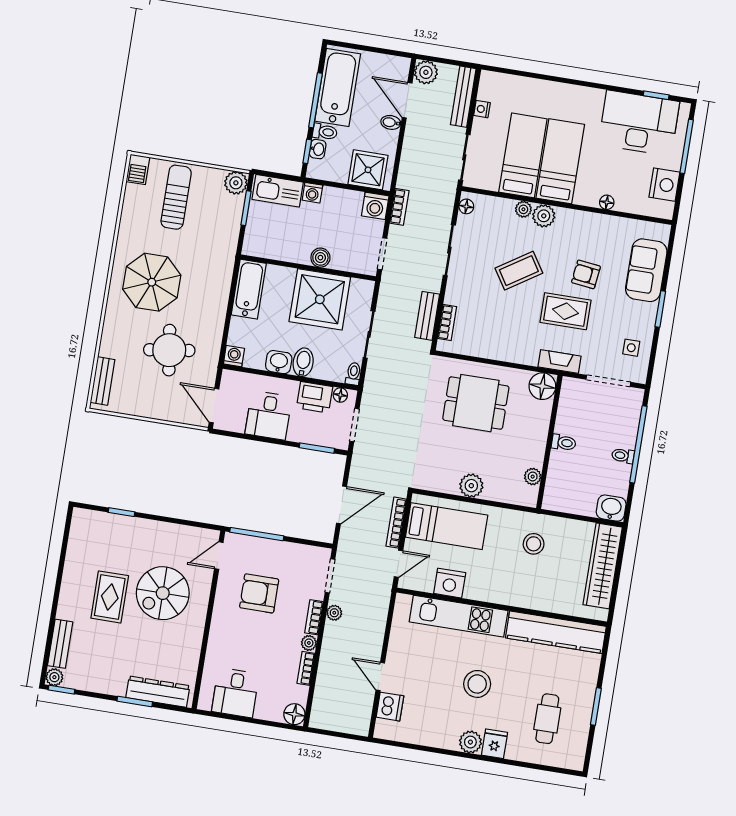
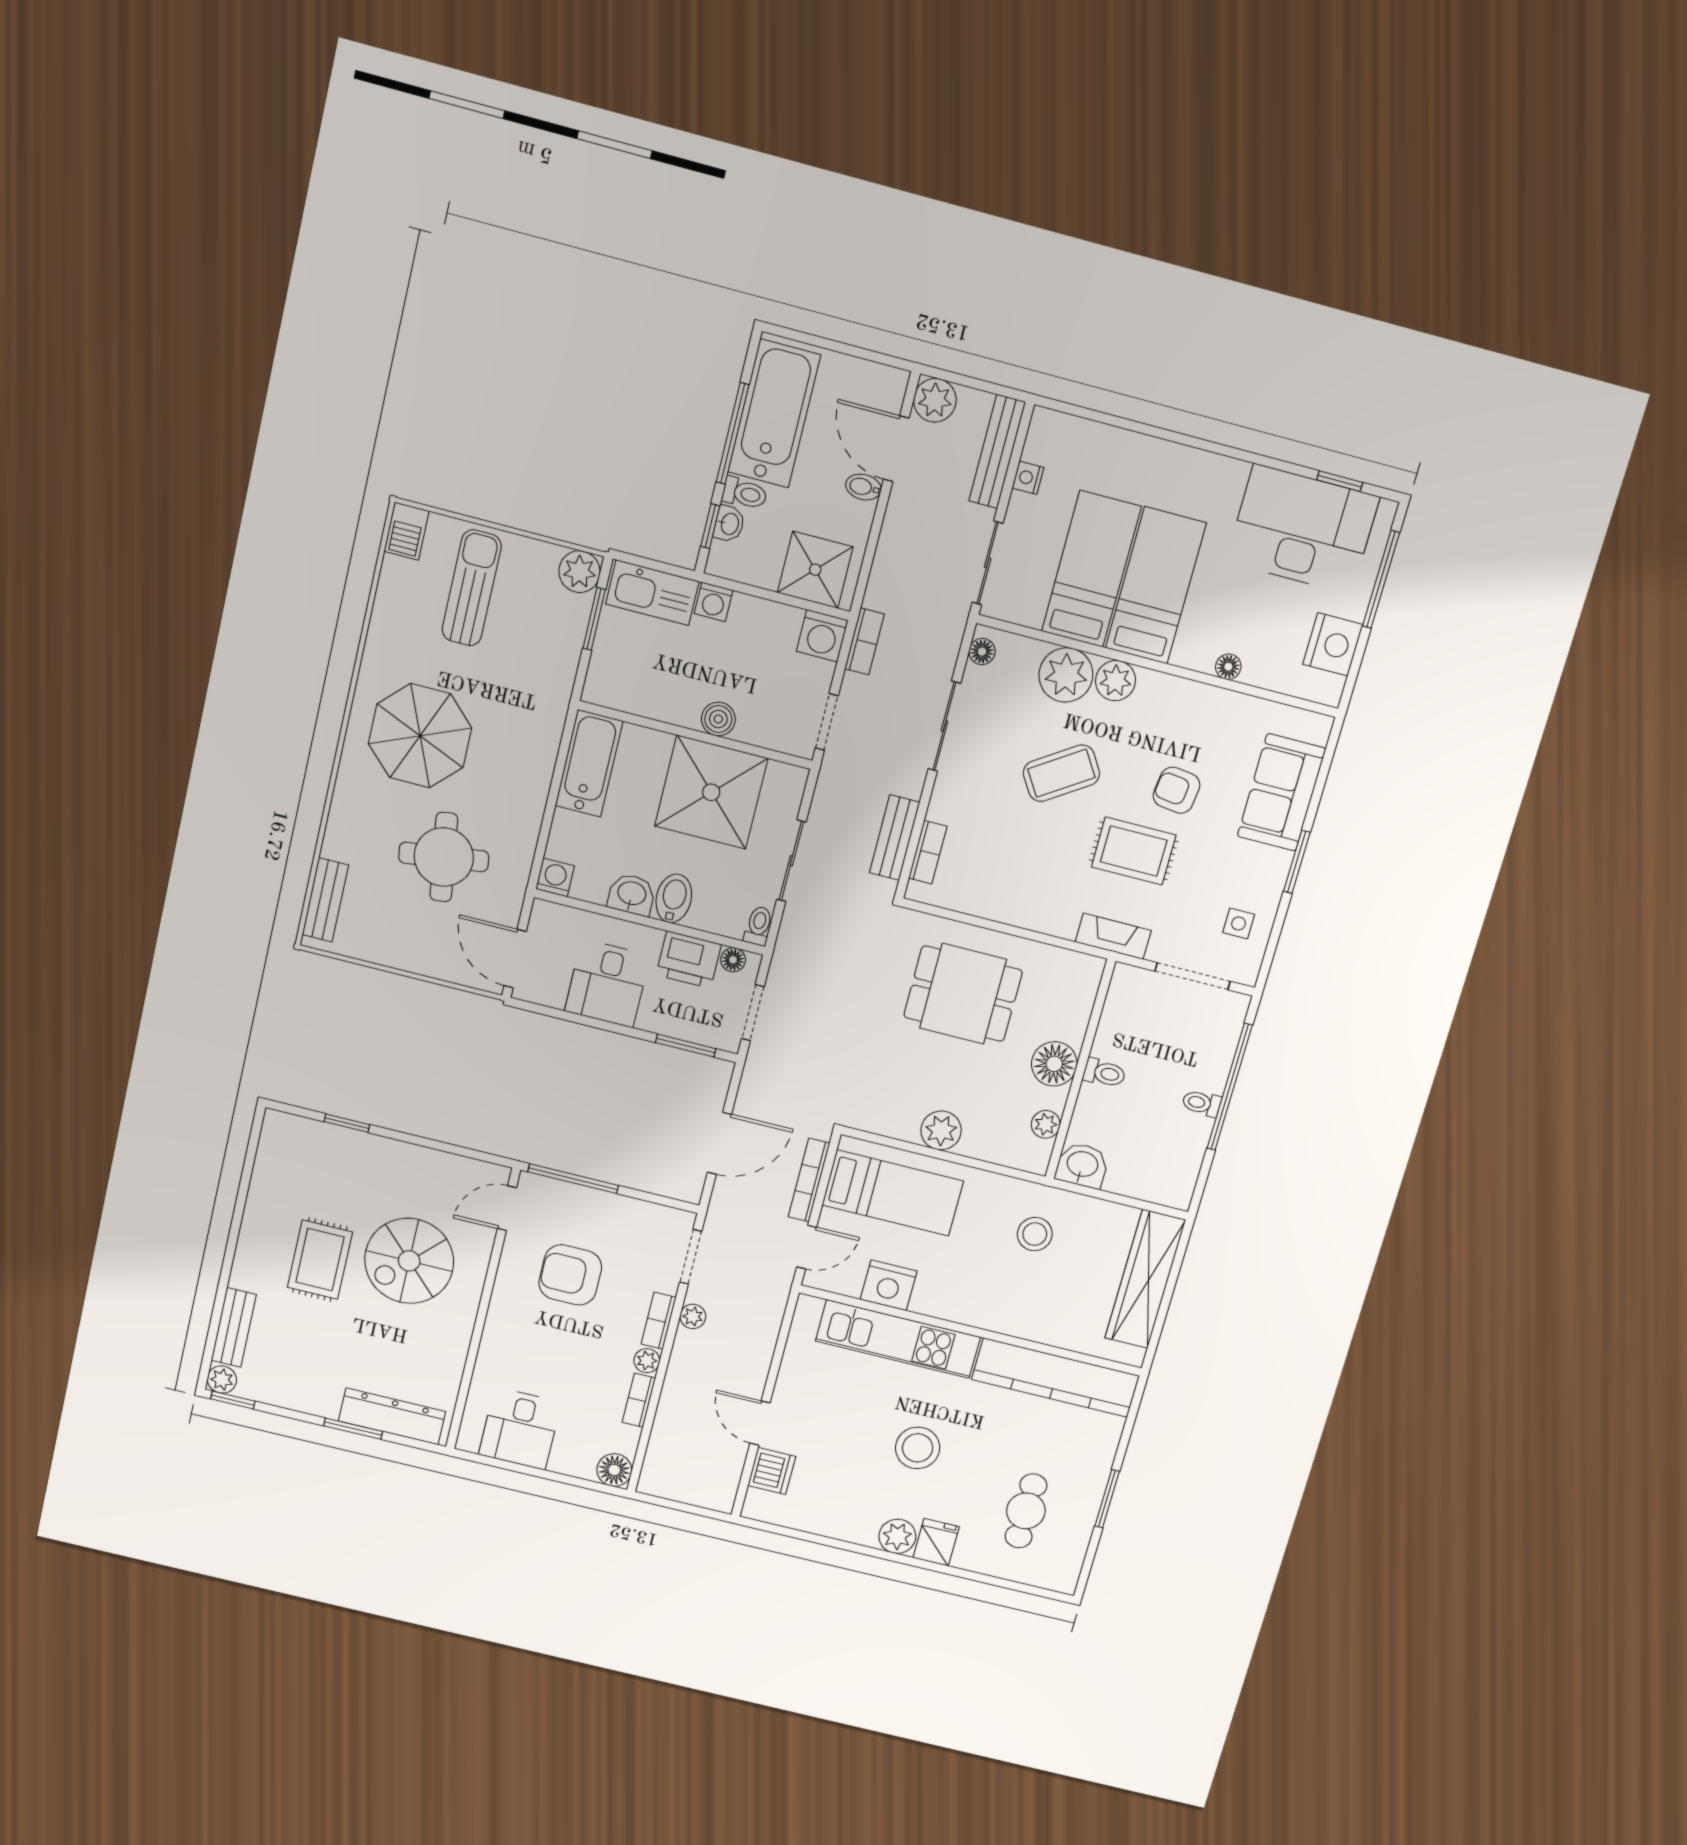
plant: (523, 209) -> (1066, 675), width x1.88, depth x1.88
floor lamp: (542, 386) -> (1054, 1064), moved
washbasin: (611, 508) -> (1082, 1165), moved

